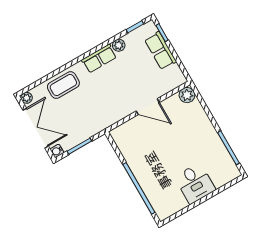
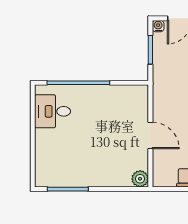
door: (148, 107) -> (150, 136), swing flipped
desk: (195, 183) -> (53, 111), moved

